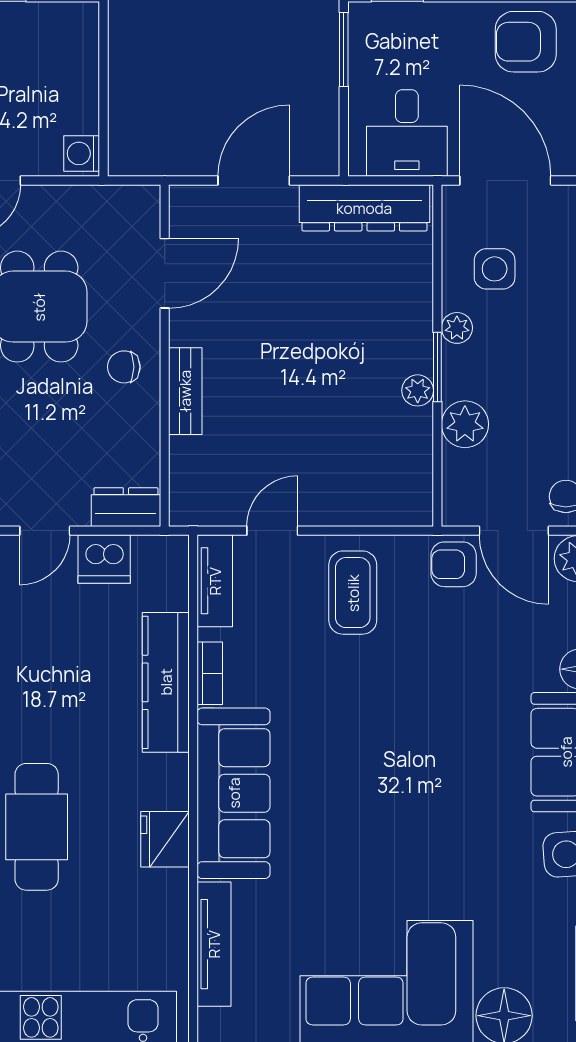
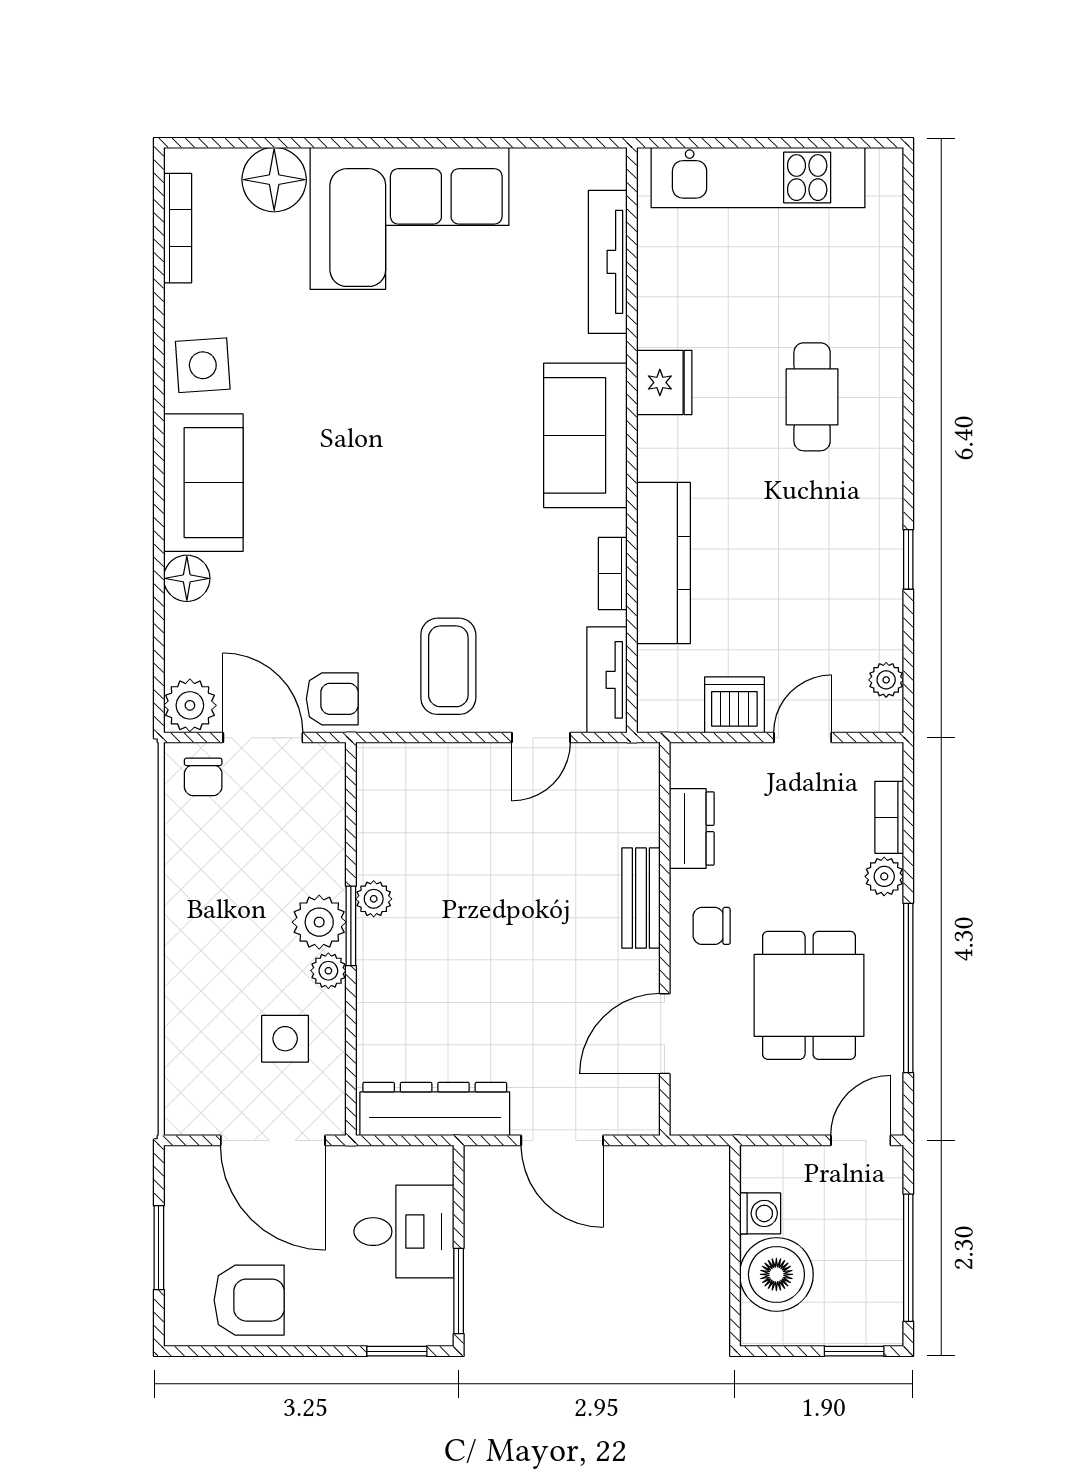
boiler: (68, 64) -> (776, 1274), added
desk: (407, 133) -> (404, 1232), moved, turned 90
washing machine: (82, 153) -> (760, 1213), moved
door: (254, 181) -> (562, 1140), hinge flipped
chair: (124, 367) -> (712, 926), turned 180
plant: (465, 424) -> (319, 922), moved
dresser: (126, 507) -> (692, 828), moved, turned -90
sofa: (234, 793) -> (585, 435), width x0.73
cafe table: (37, 827) -> (812, 397), width x0.73, depth x0.74

